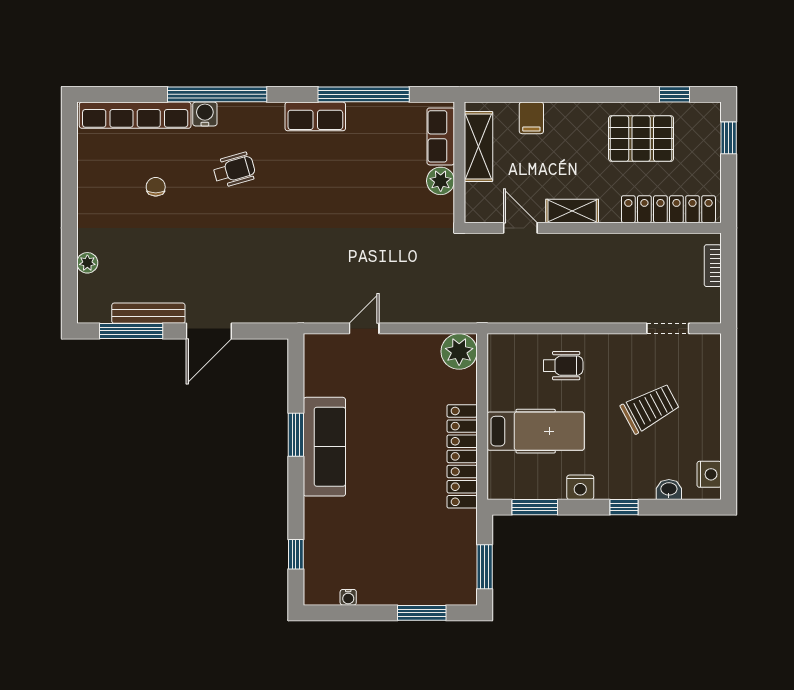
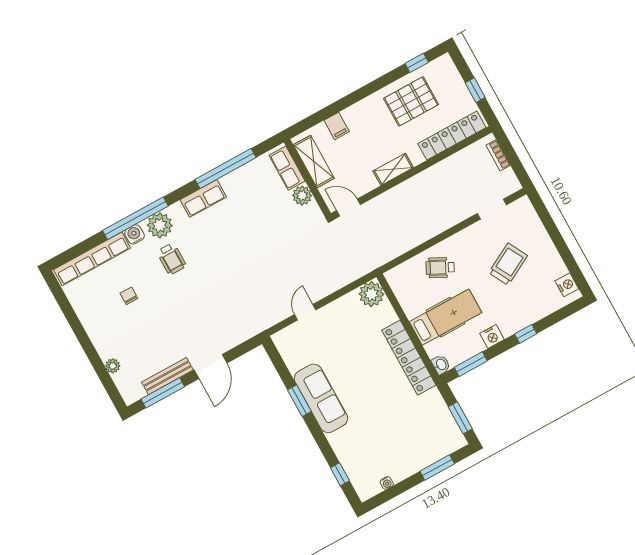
plant: (243, 120) -> (160, 225), added
window: (729, 138) -> (475, 90), moved
wheelchair: (234, 170) -> (171, 259), turned 106
door: (520, 228) -> (348, 208), moved
wheelchair: (563, 366) -> (440, 268), turned -153
washbasin: (669, 489) -> (441, 365), moved, turned 90

